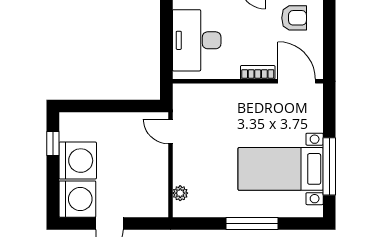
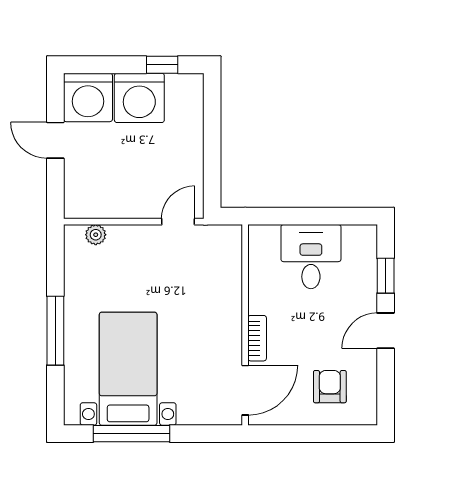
armchair: (294, 18) -> (330, 387), turned 180
desk: (197, 40) -> (311, 257), width x0.73

